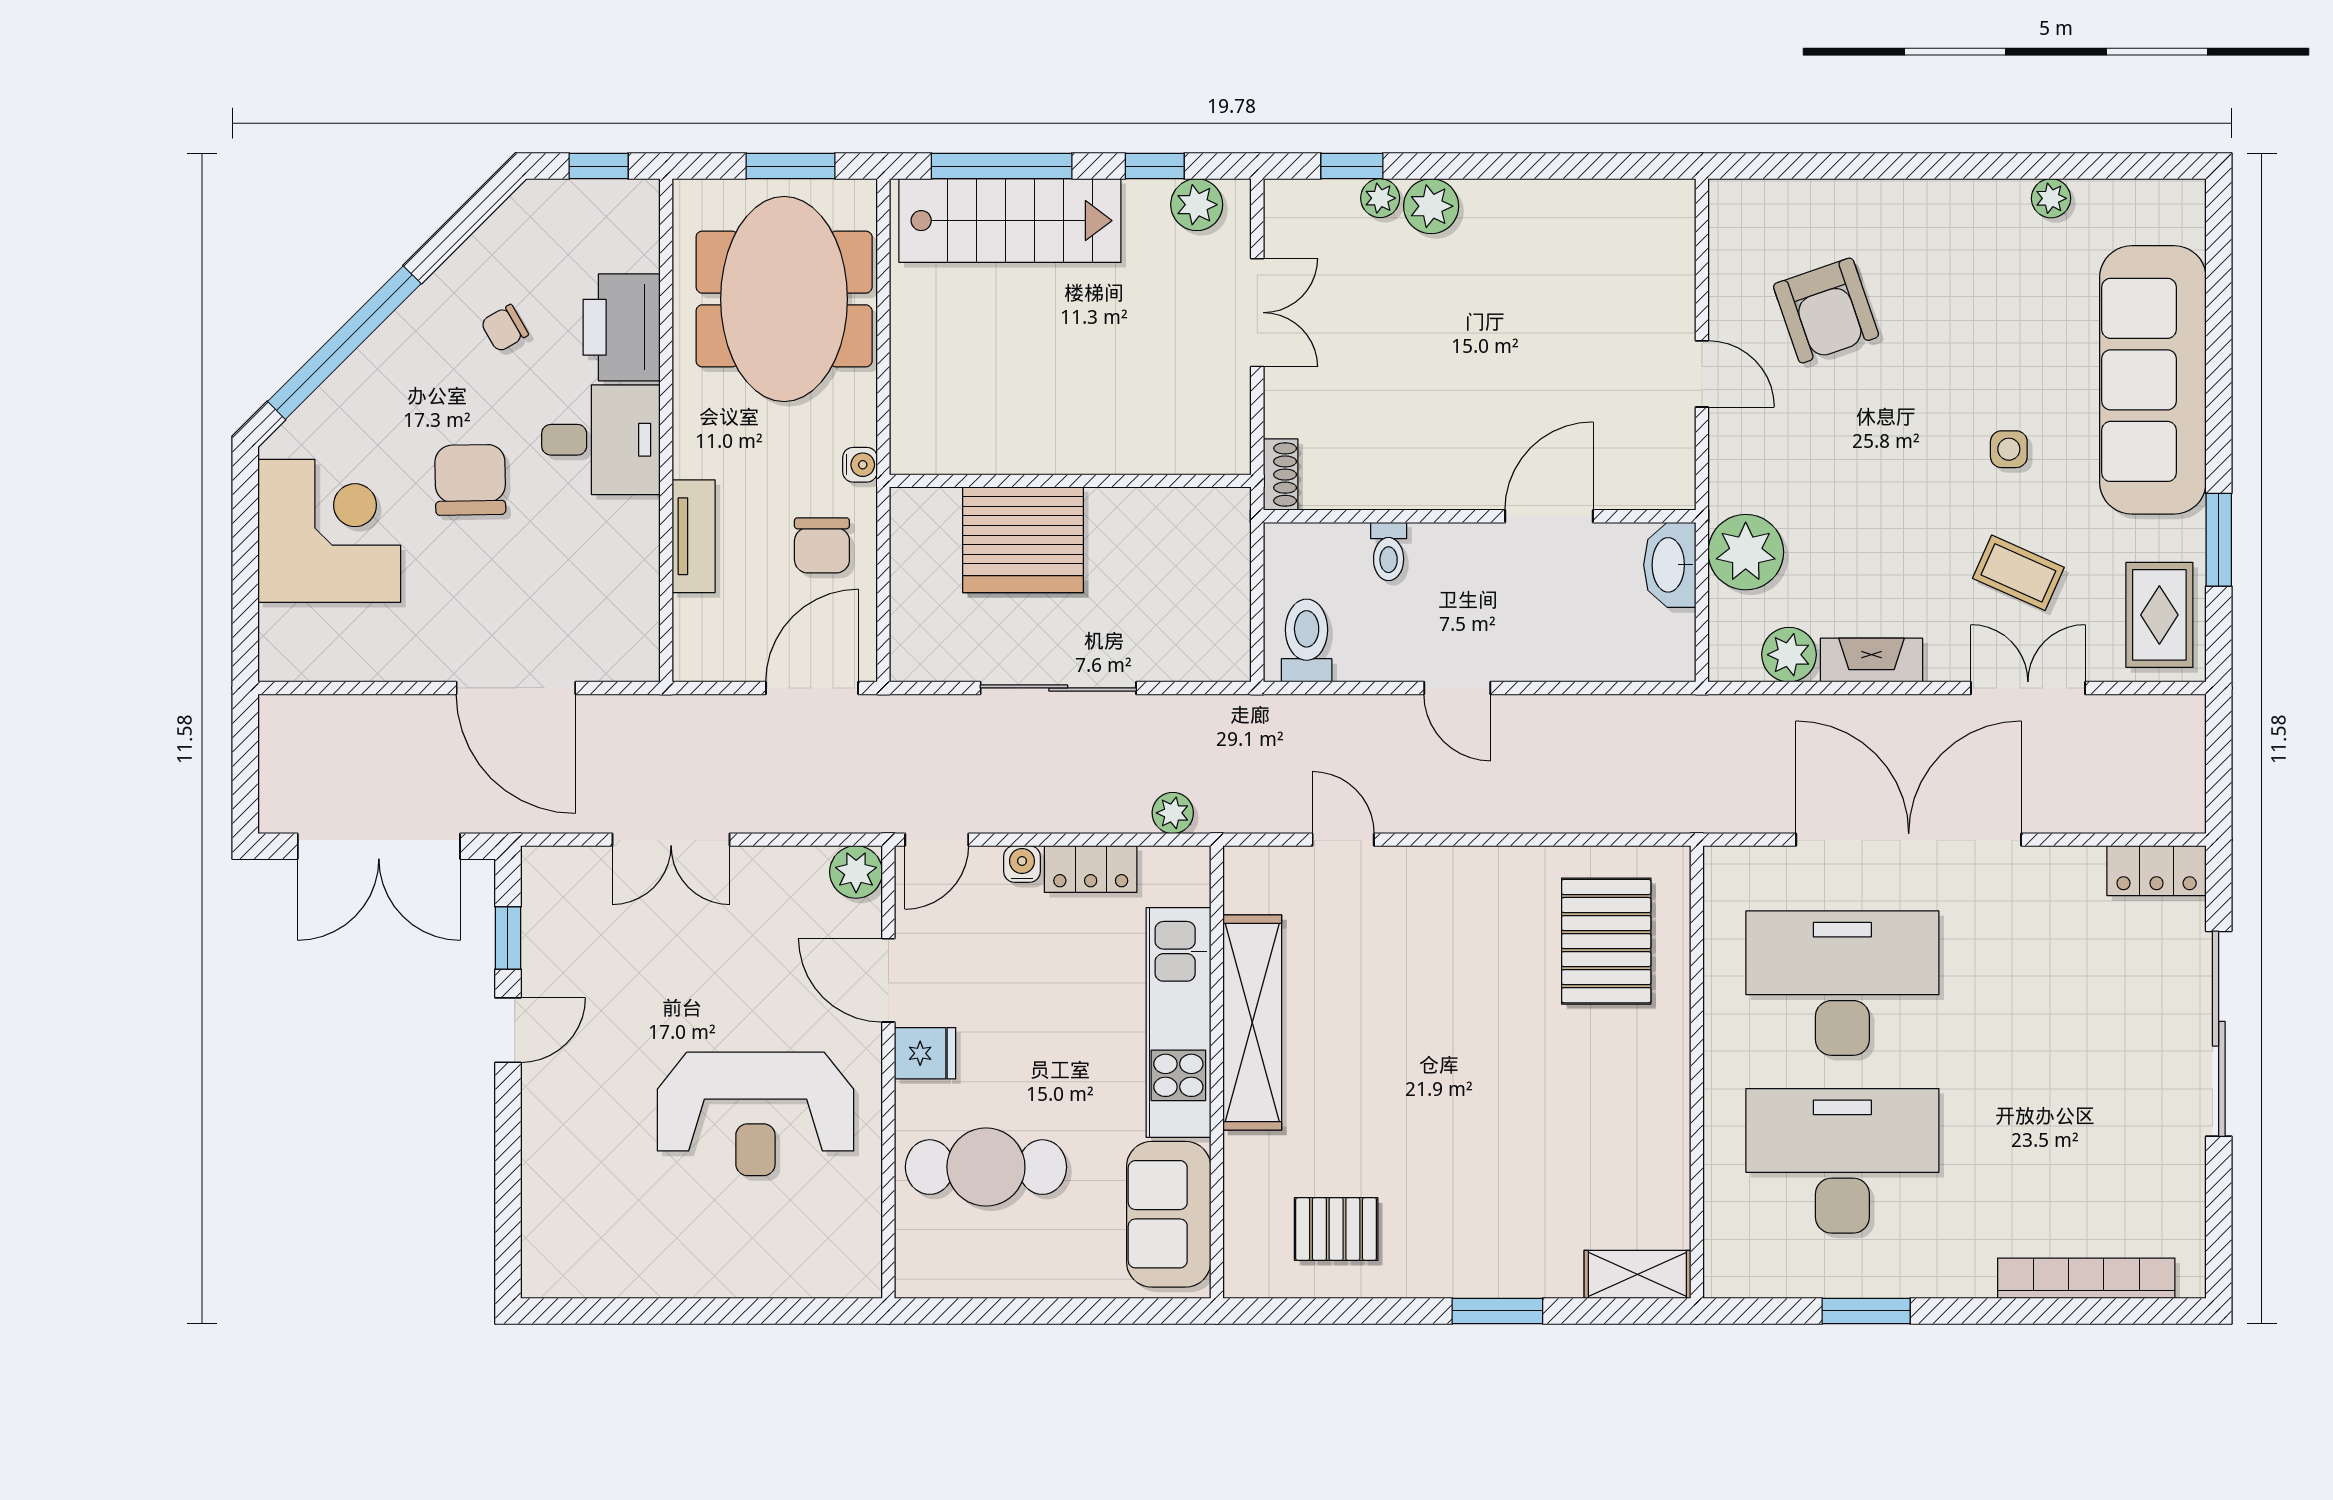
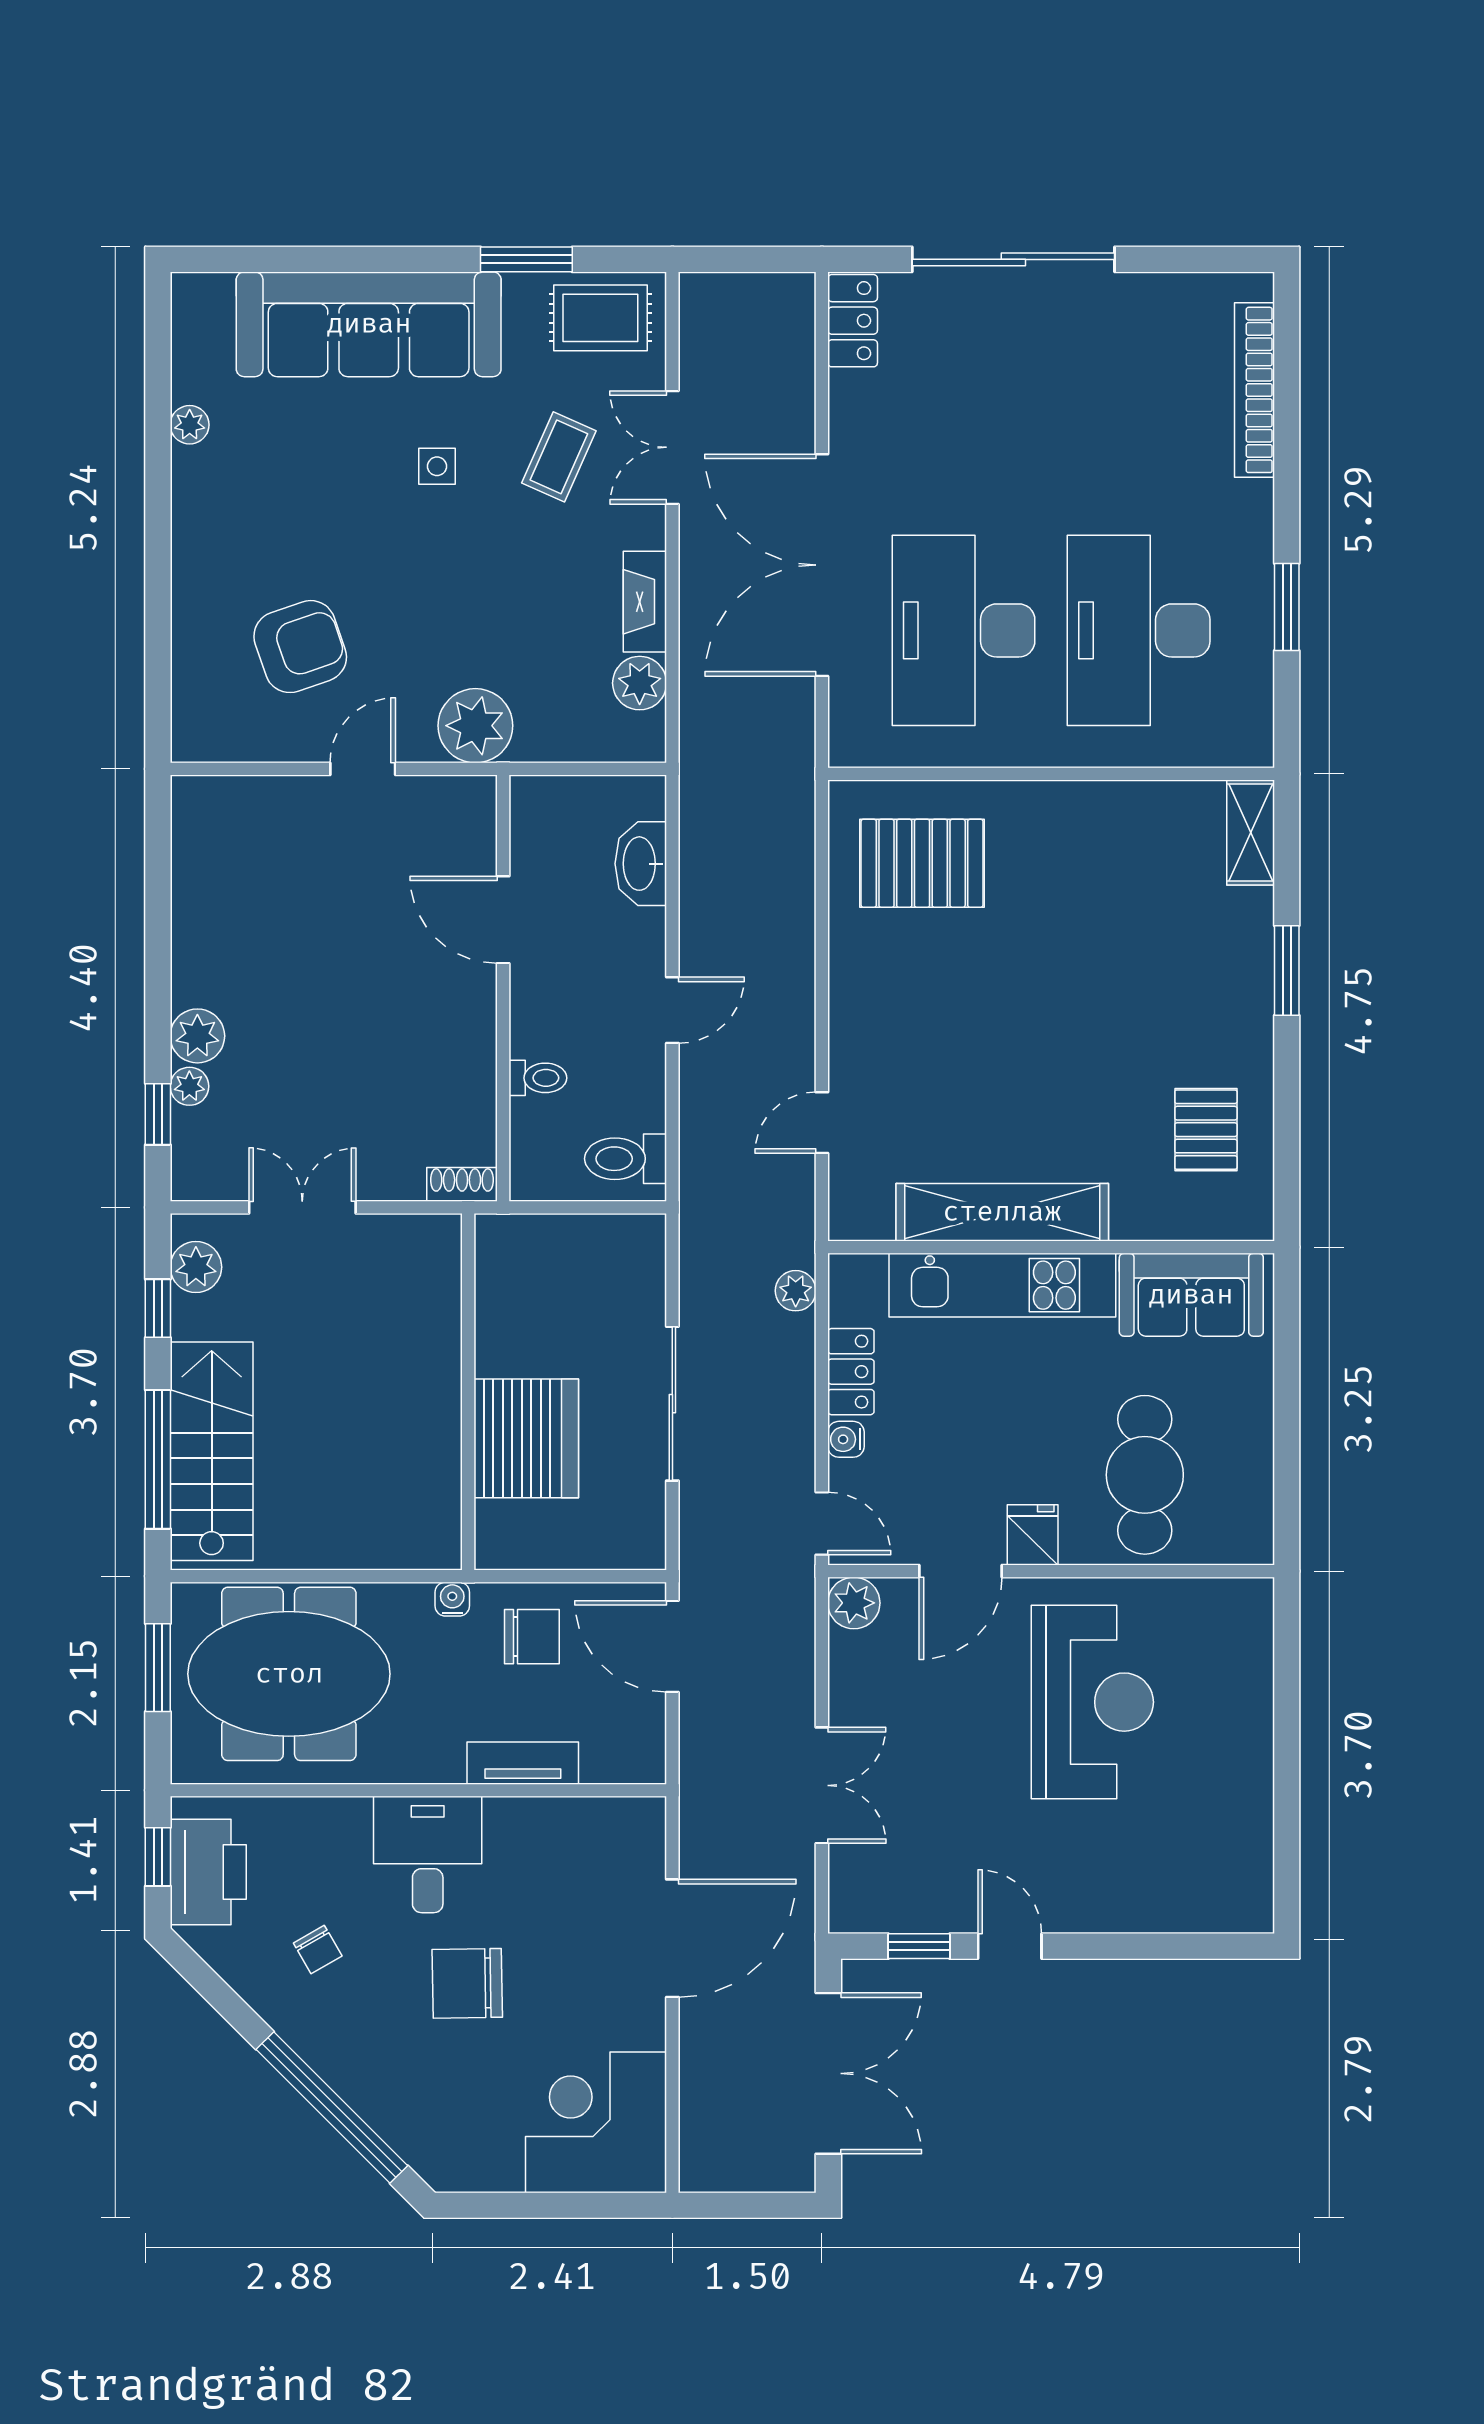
printer: (622, 327) -> (208, 1872), moved, turned -90
corner desk: (329, 531) -> (596, 2122), moved
plant: (1746, 552) -> (475, 726), moved
washbasin: (1670, 565) -> (641, 864), moved, turned 90

